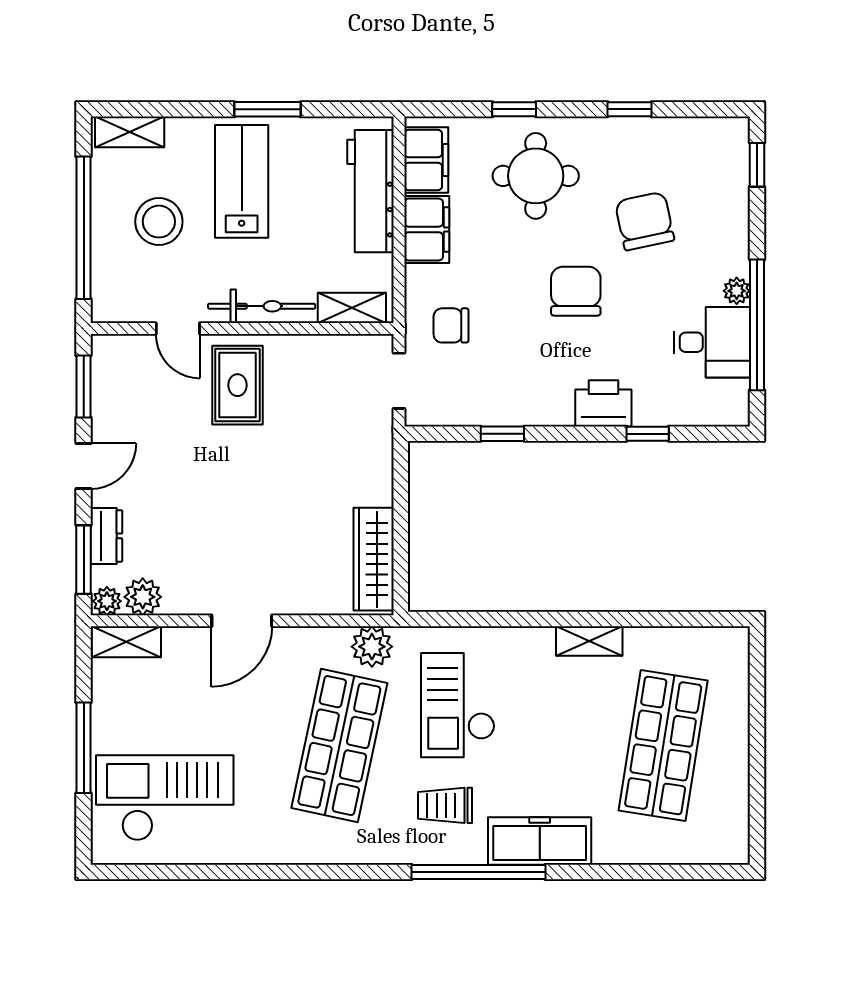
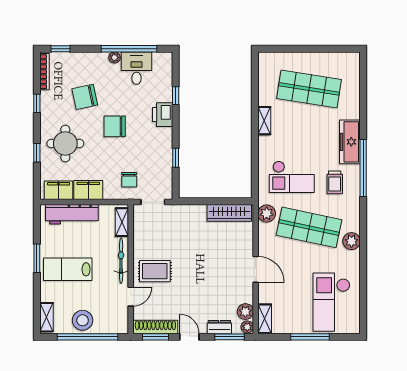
bookcase: (704, 127) -> (45, 72), added
stool: (159, 222) -> (83, 320), moved
shoe rack: (107, 387) -> (155, 327), added
plant: (307, 845) -> (351, 241), added

